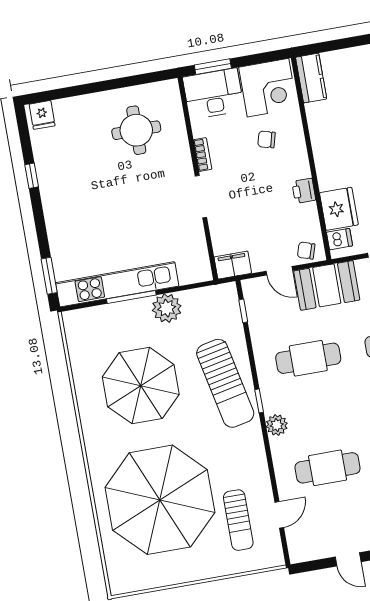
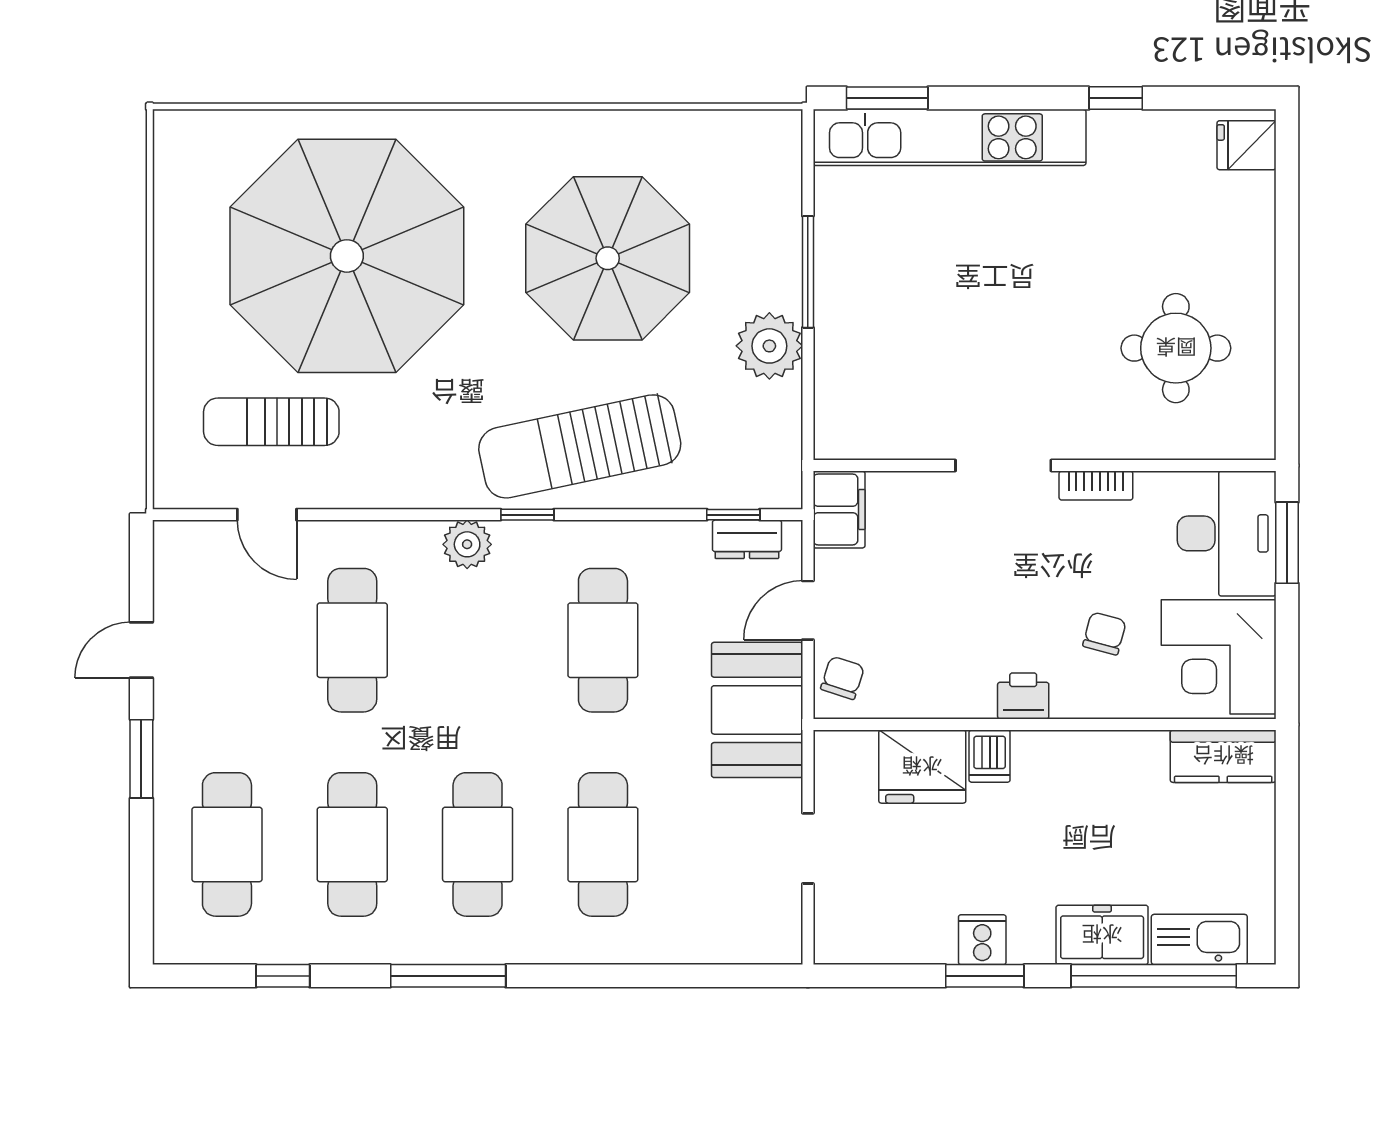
printer: (304, 191) -> (1023, 696), moved
dishwasher: (339, 239) -> (990, 756), moved
kitchen unit: (117, 284) -> (950, 137), moved, turned 90
dresser: (253, 303) -> (747, 539), added

